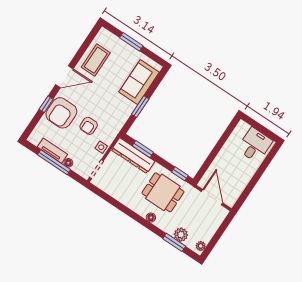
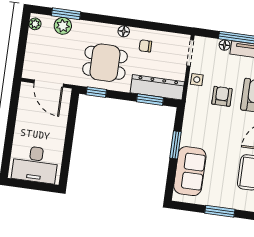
desk: (255, 145) -> (35, 164), width x1.37
chair: (127, 190) -> (145, 46), added
floor lamp: (151, 217) -> (124, 31), moved

